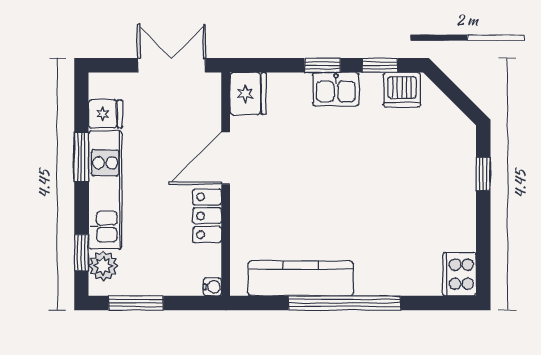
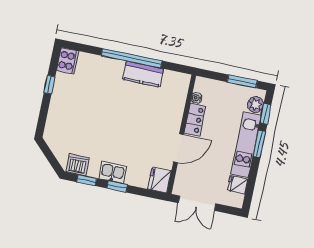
window: (81, 157) -> (259, 144), moved
window: (483, 174) -> (49, 85), moved
kitchen counter: (301, 278) -> (143, 74), width x0.67
water cooler: (212, 287) -> (196, 98), moved

